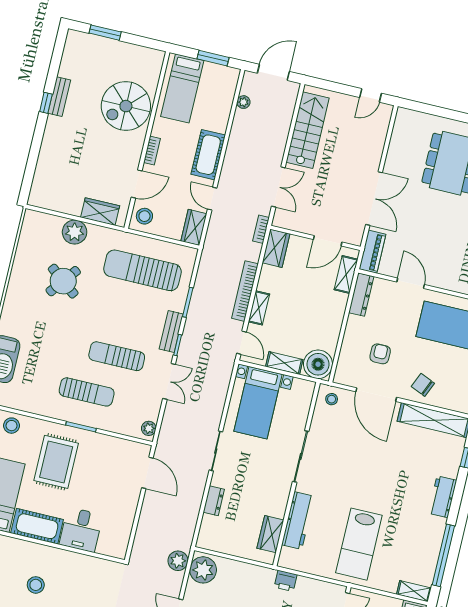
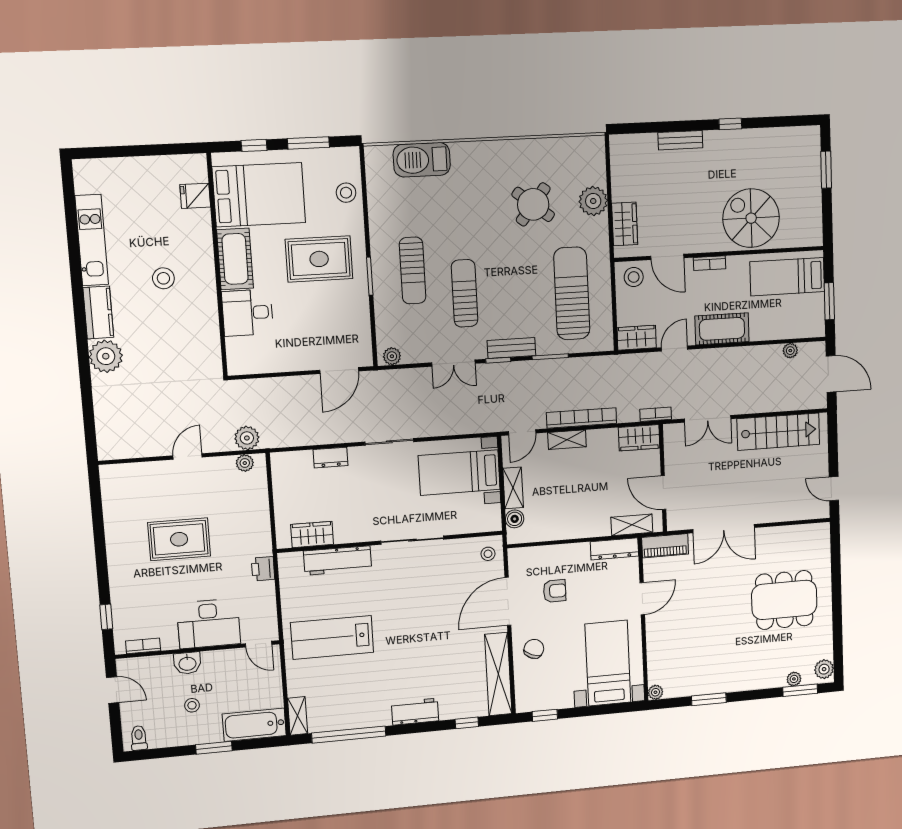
bench: (59, 97) -> (680, 140), moved
boiler: (318, 364) -> (515, 519), width x0.54, depth x0.54
plant: (203, 570) -> (245, 463), width x0.53, depth x0.53

